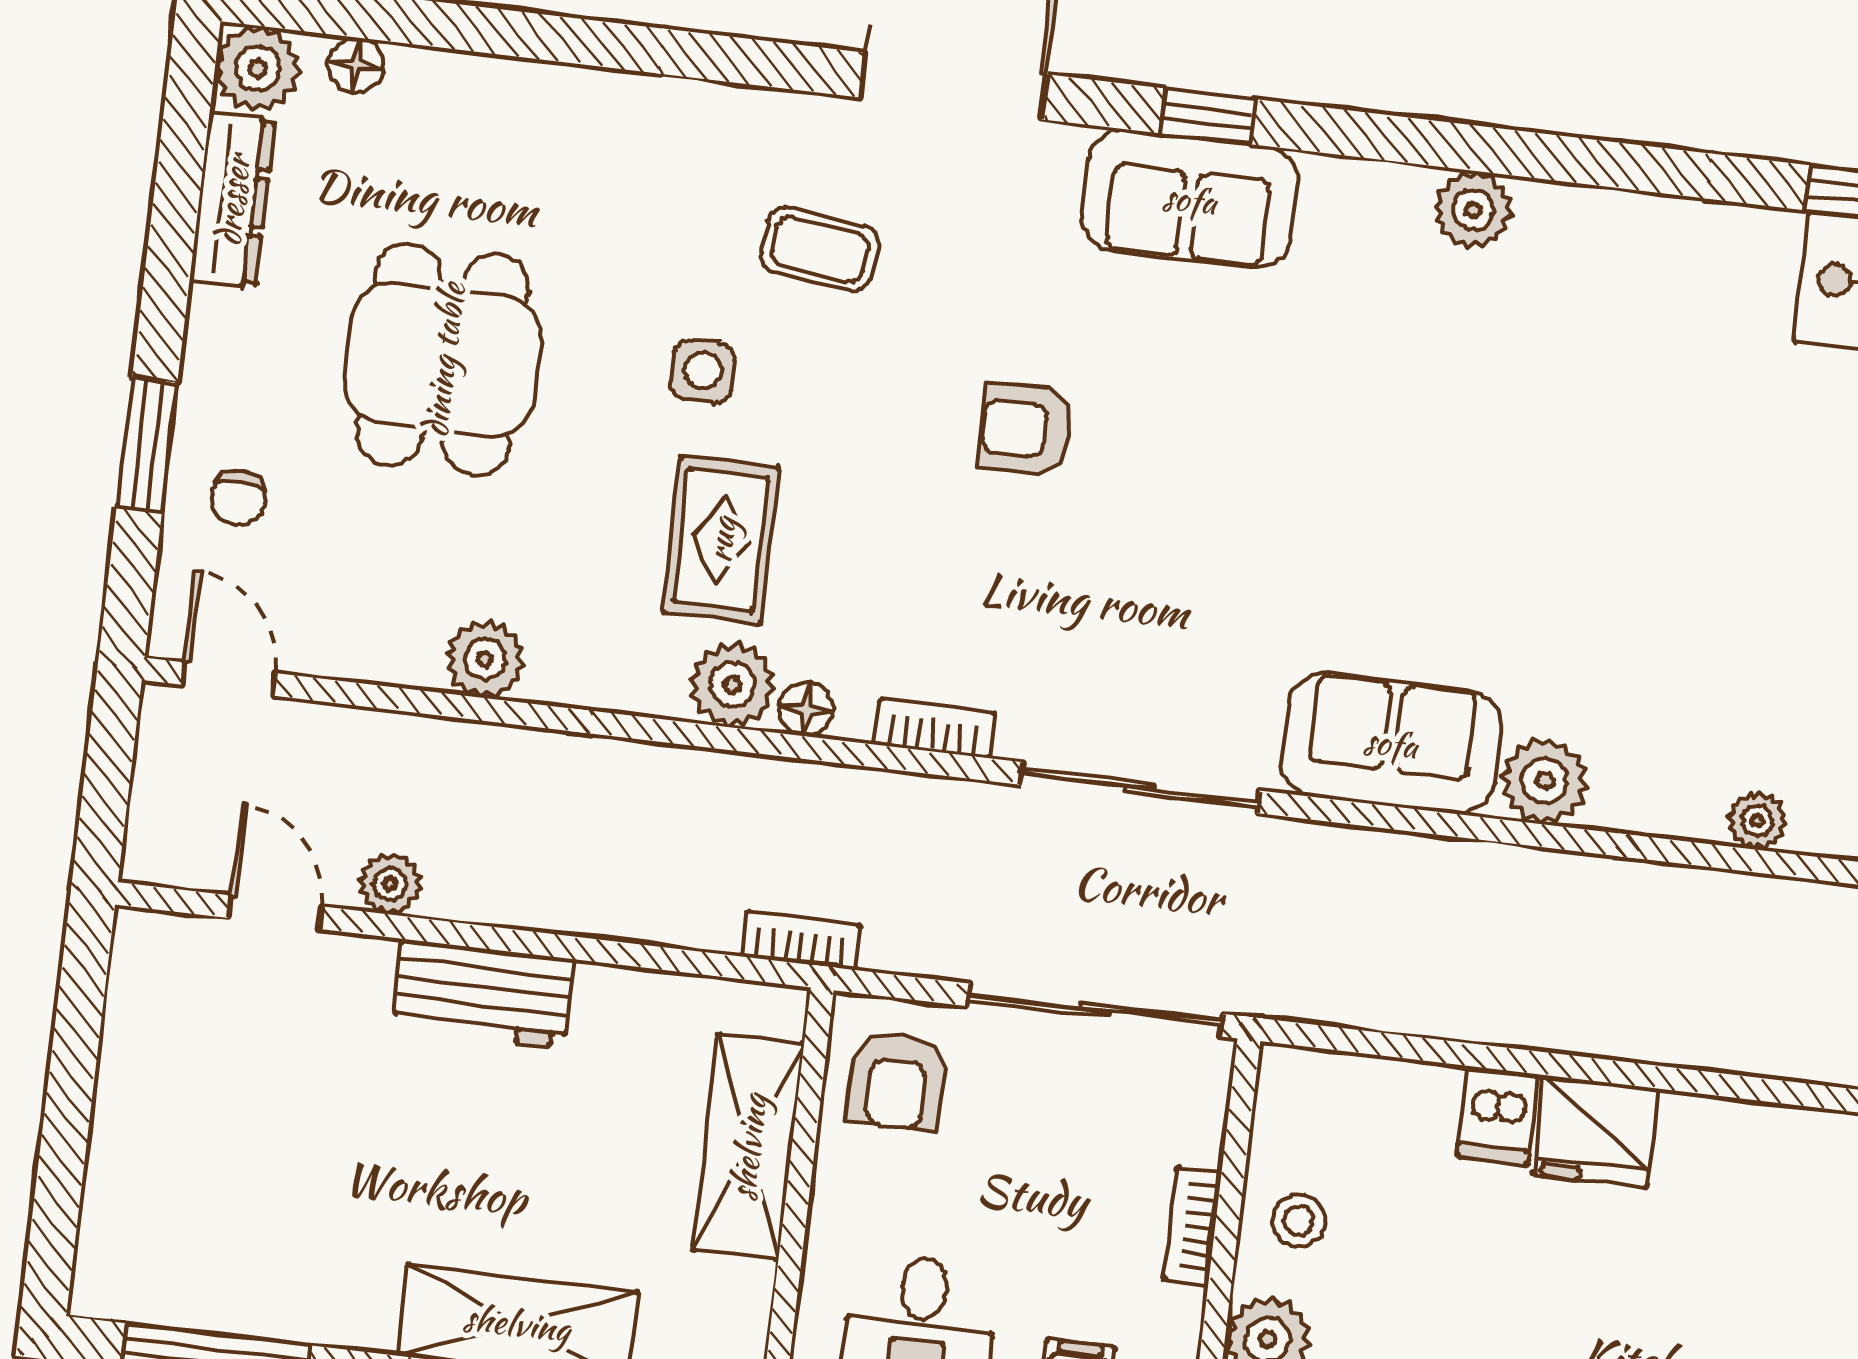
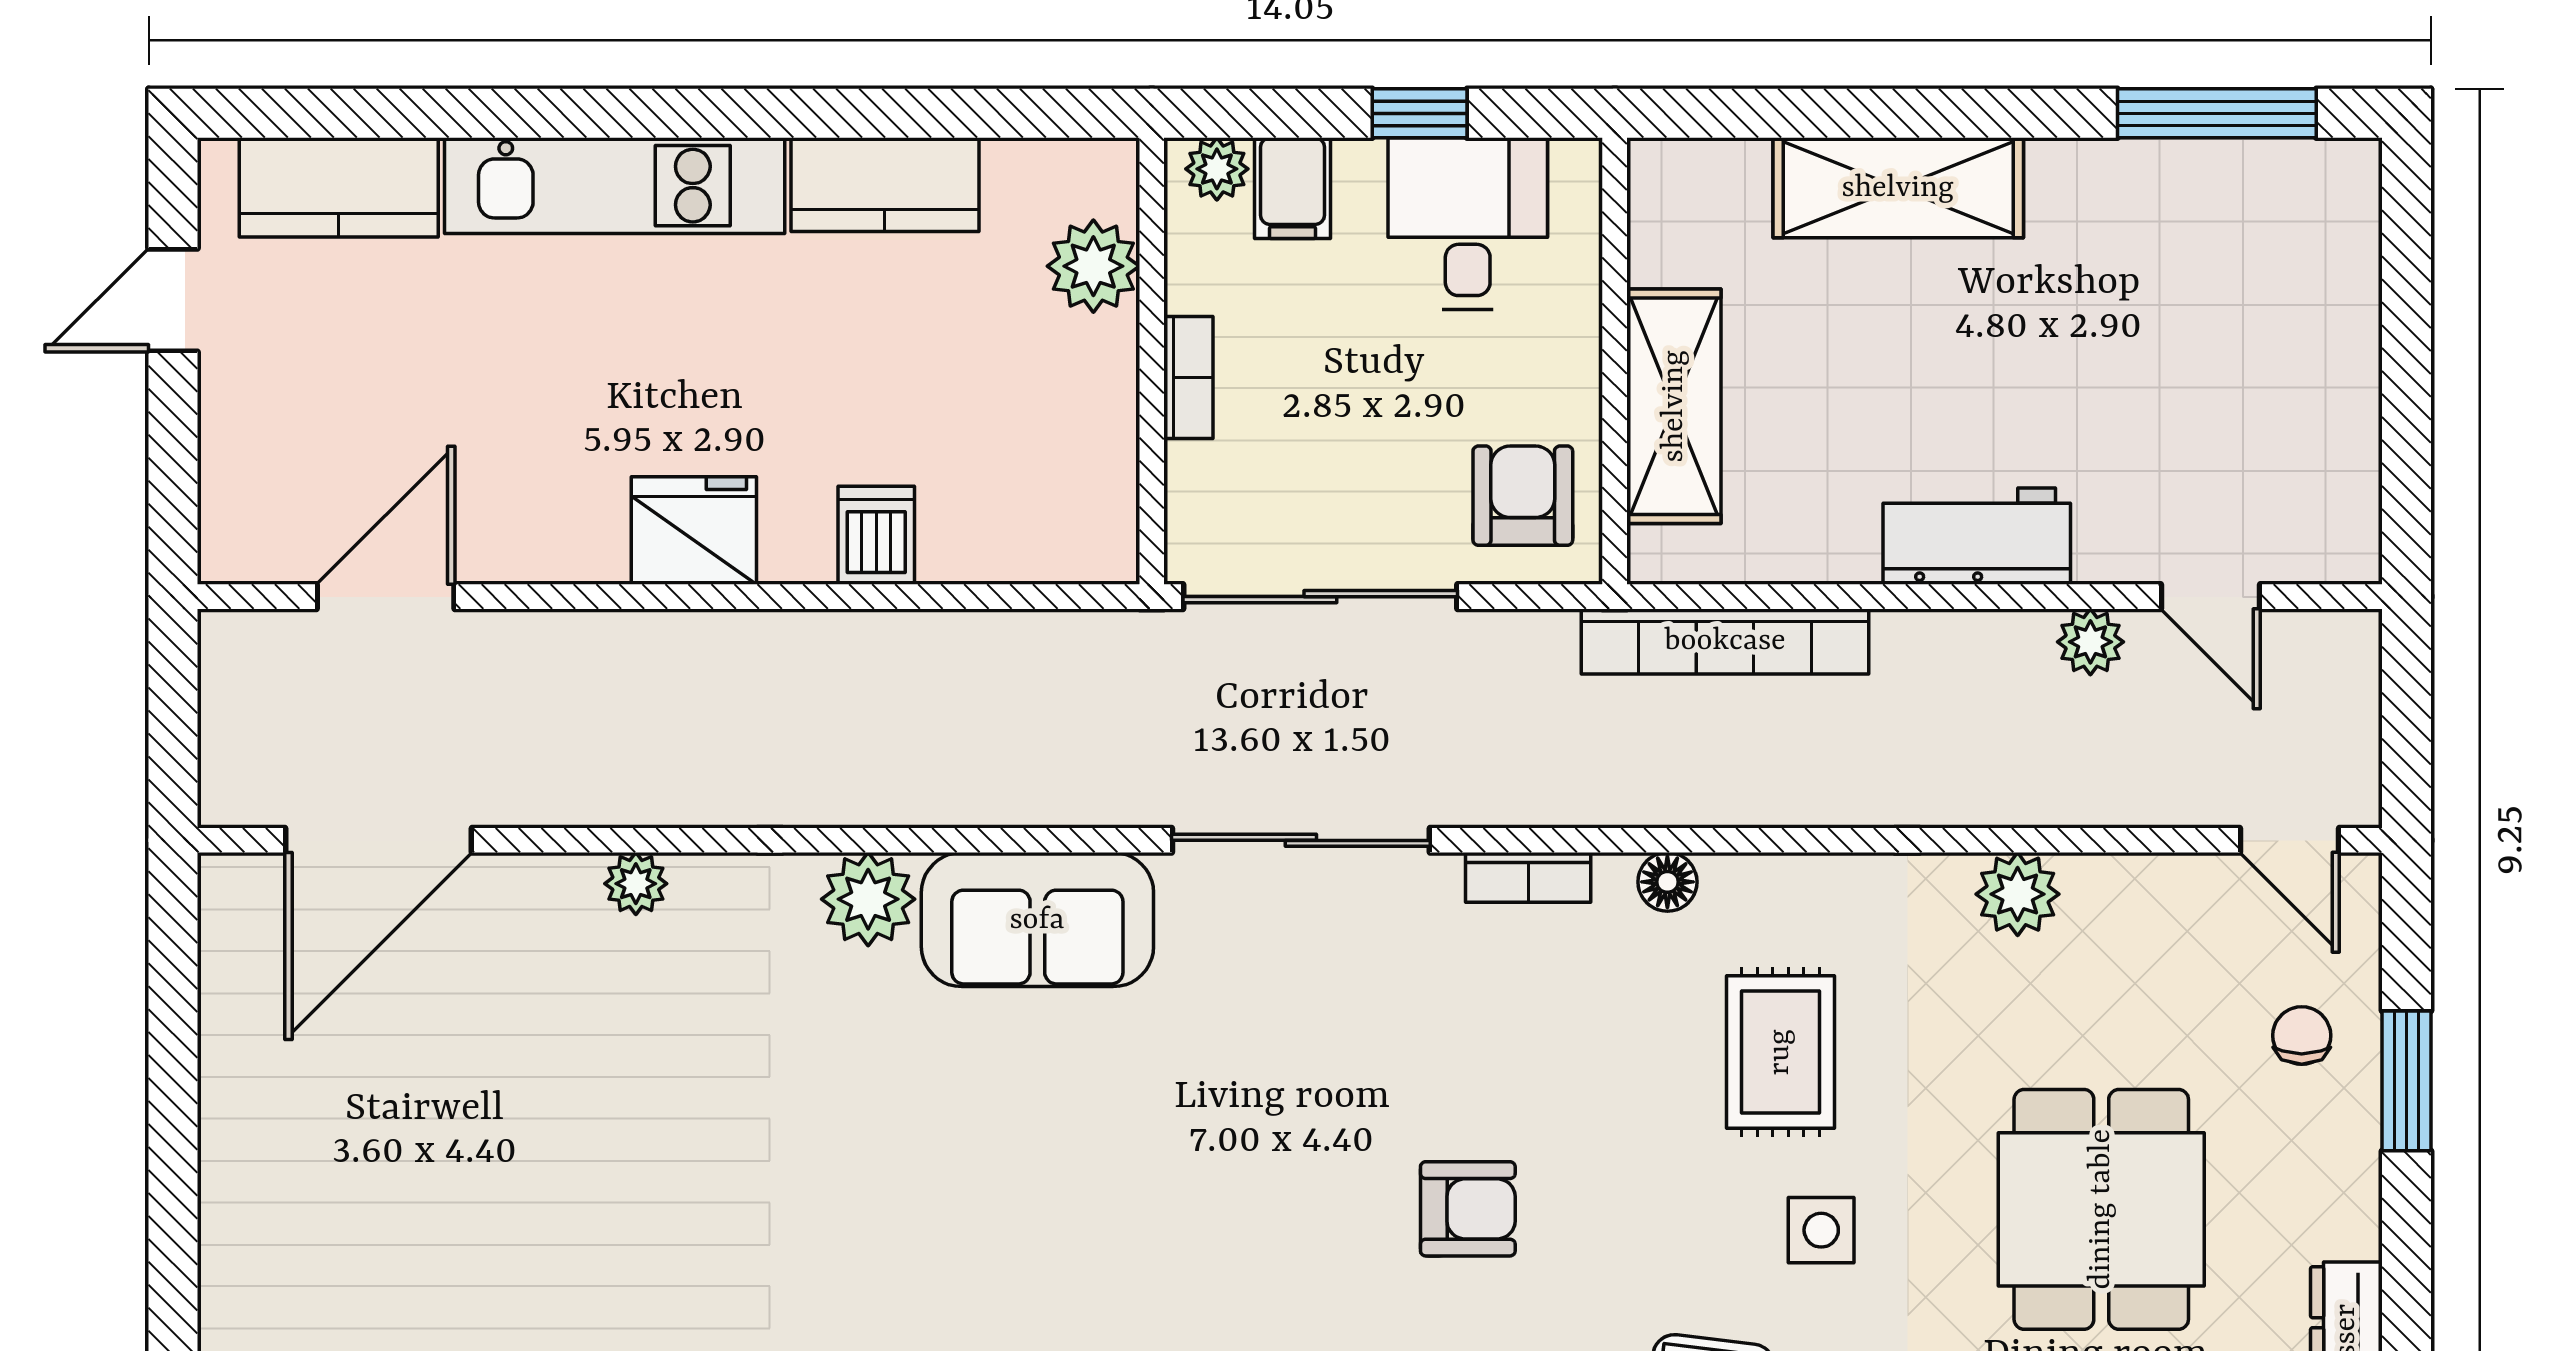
plant: (733, 685) -> (1749, 898), removed
bookcase: (801, 940) -> (1725, 641), width x2.31, depth x1.31
fridge: (1596, 1131) -> (694, 531), moved
stool: (1298, 1220) -> (1076, 397), removed

